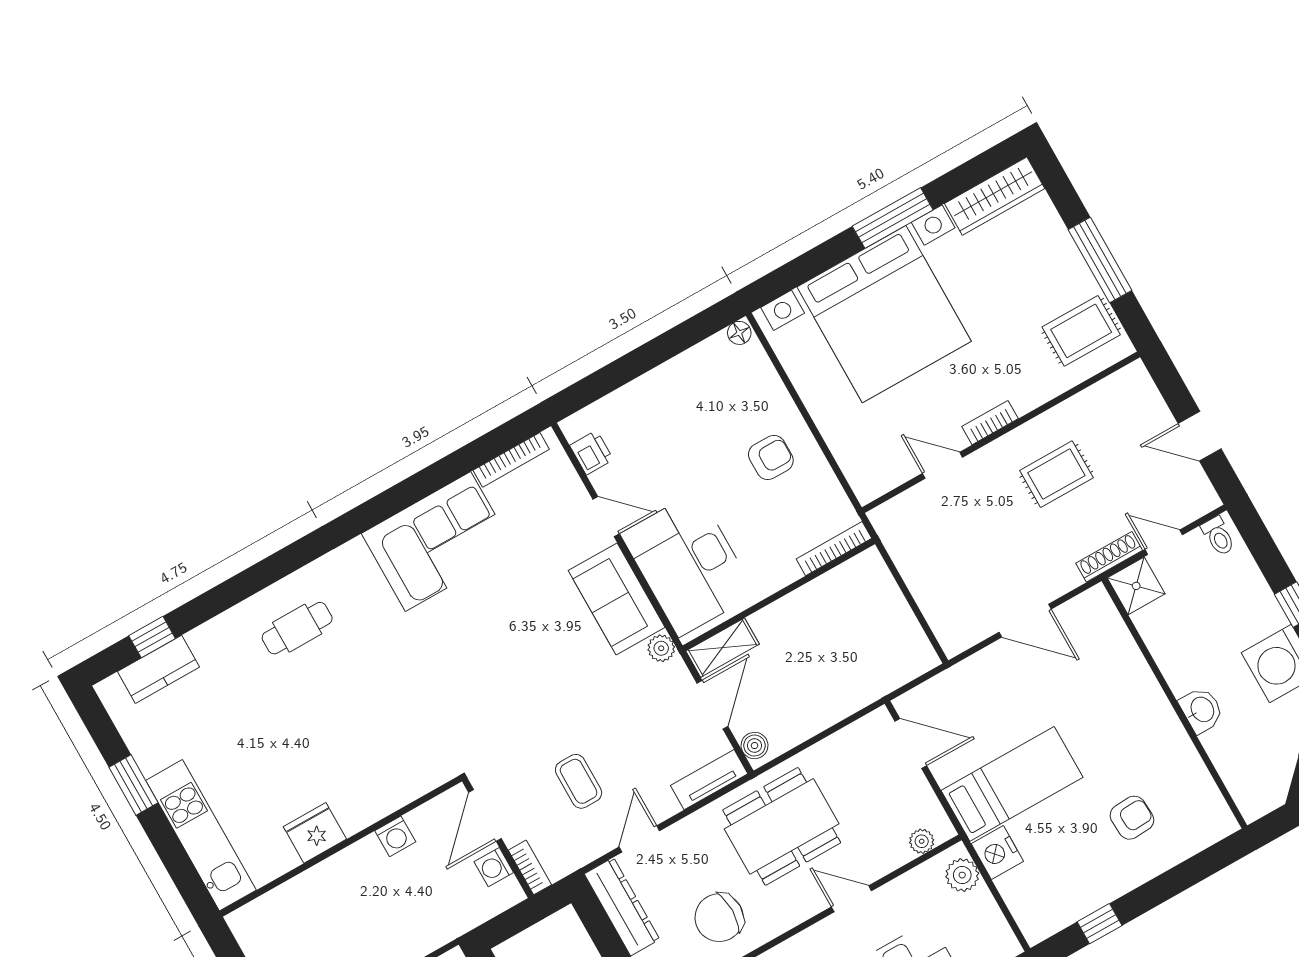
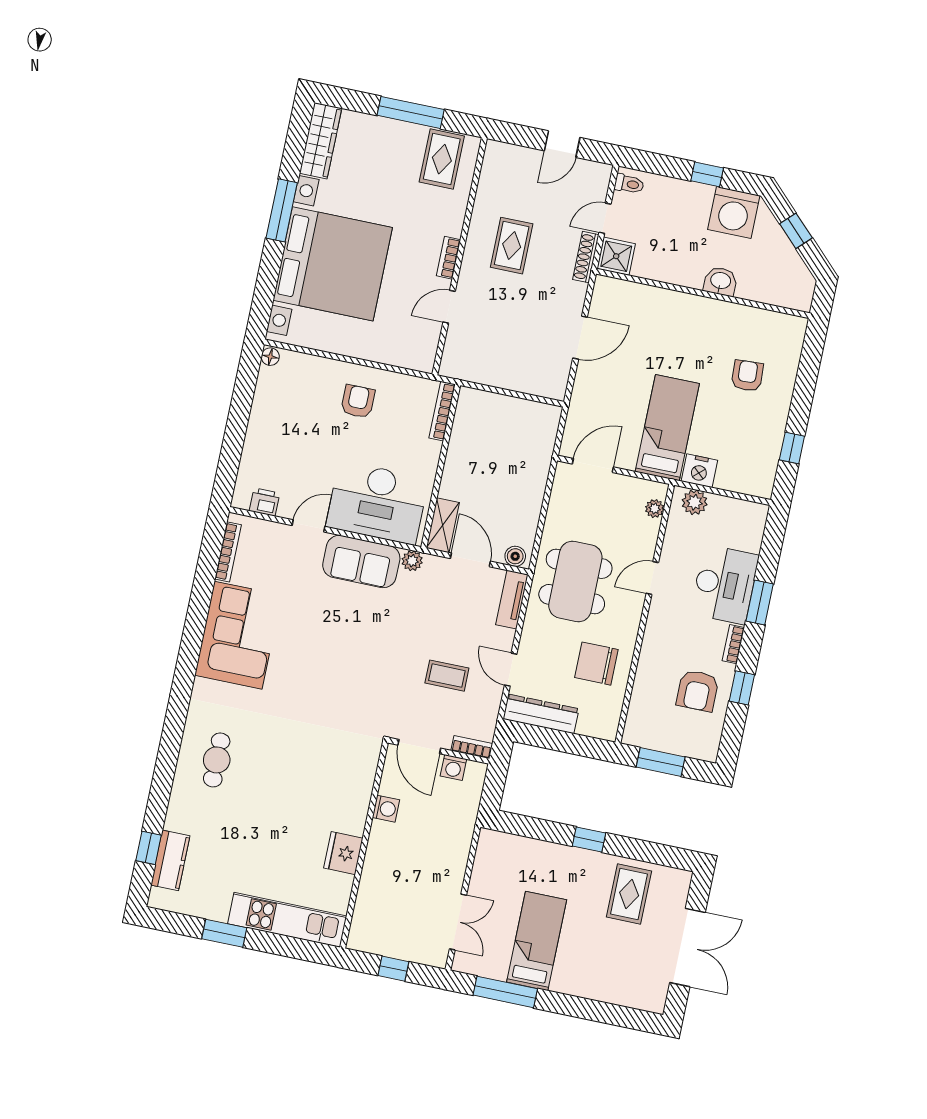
chair: (719, 918) -> (596, 664), turned 90

